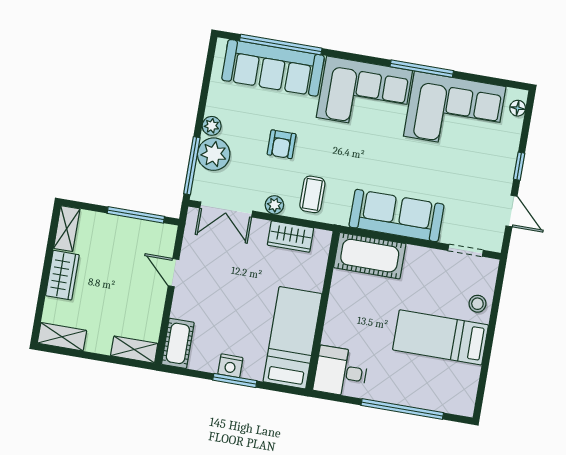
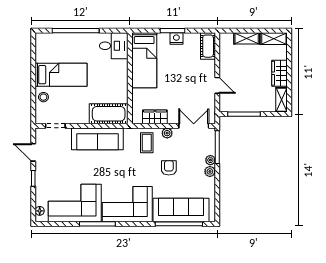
plant: (214, 154) -> (210, 160), width x0.53, depth x0.53
shelving: (134, 350) -> (247, 38), moved

